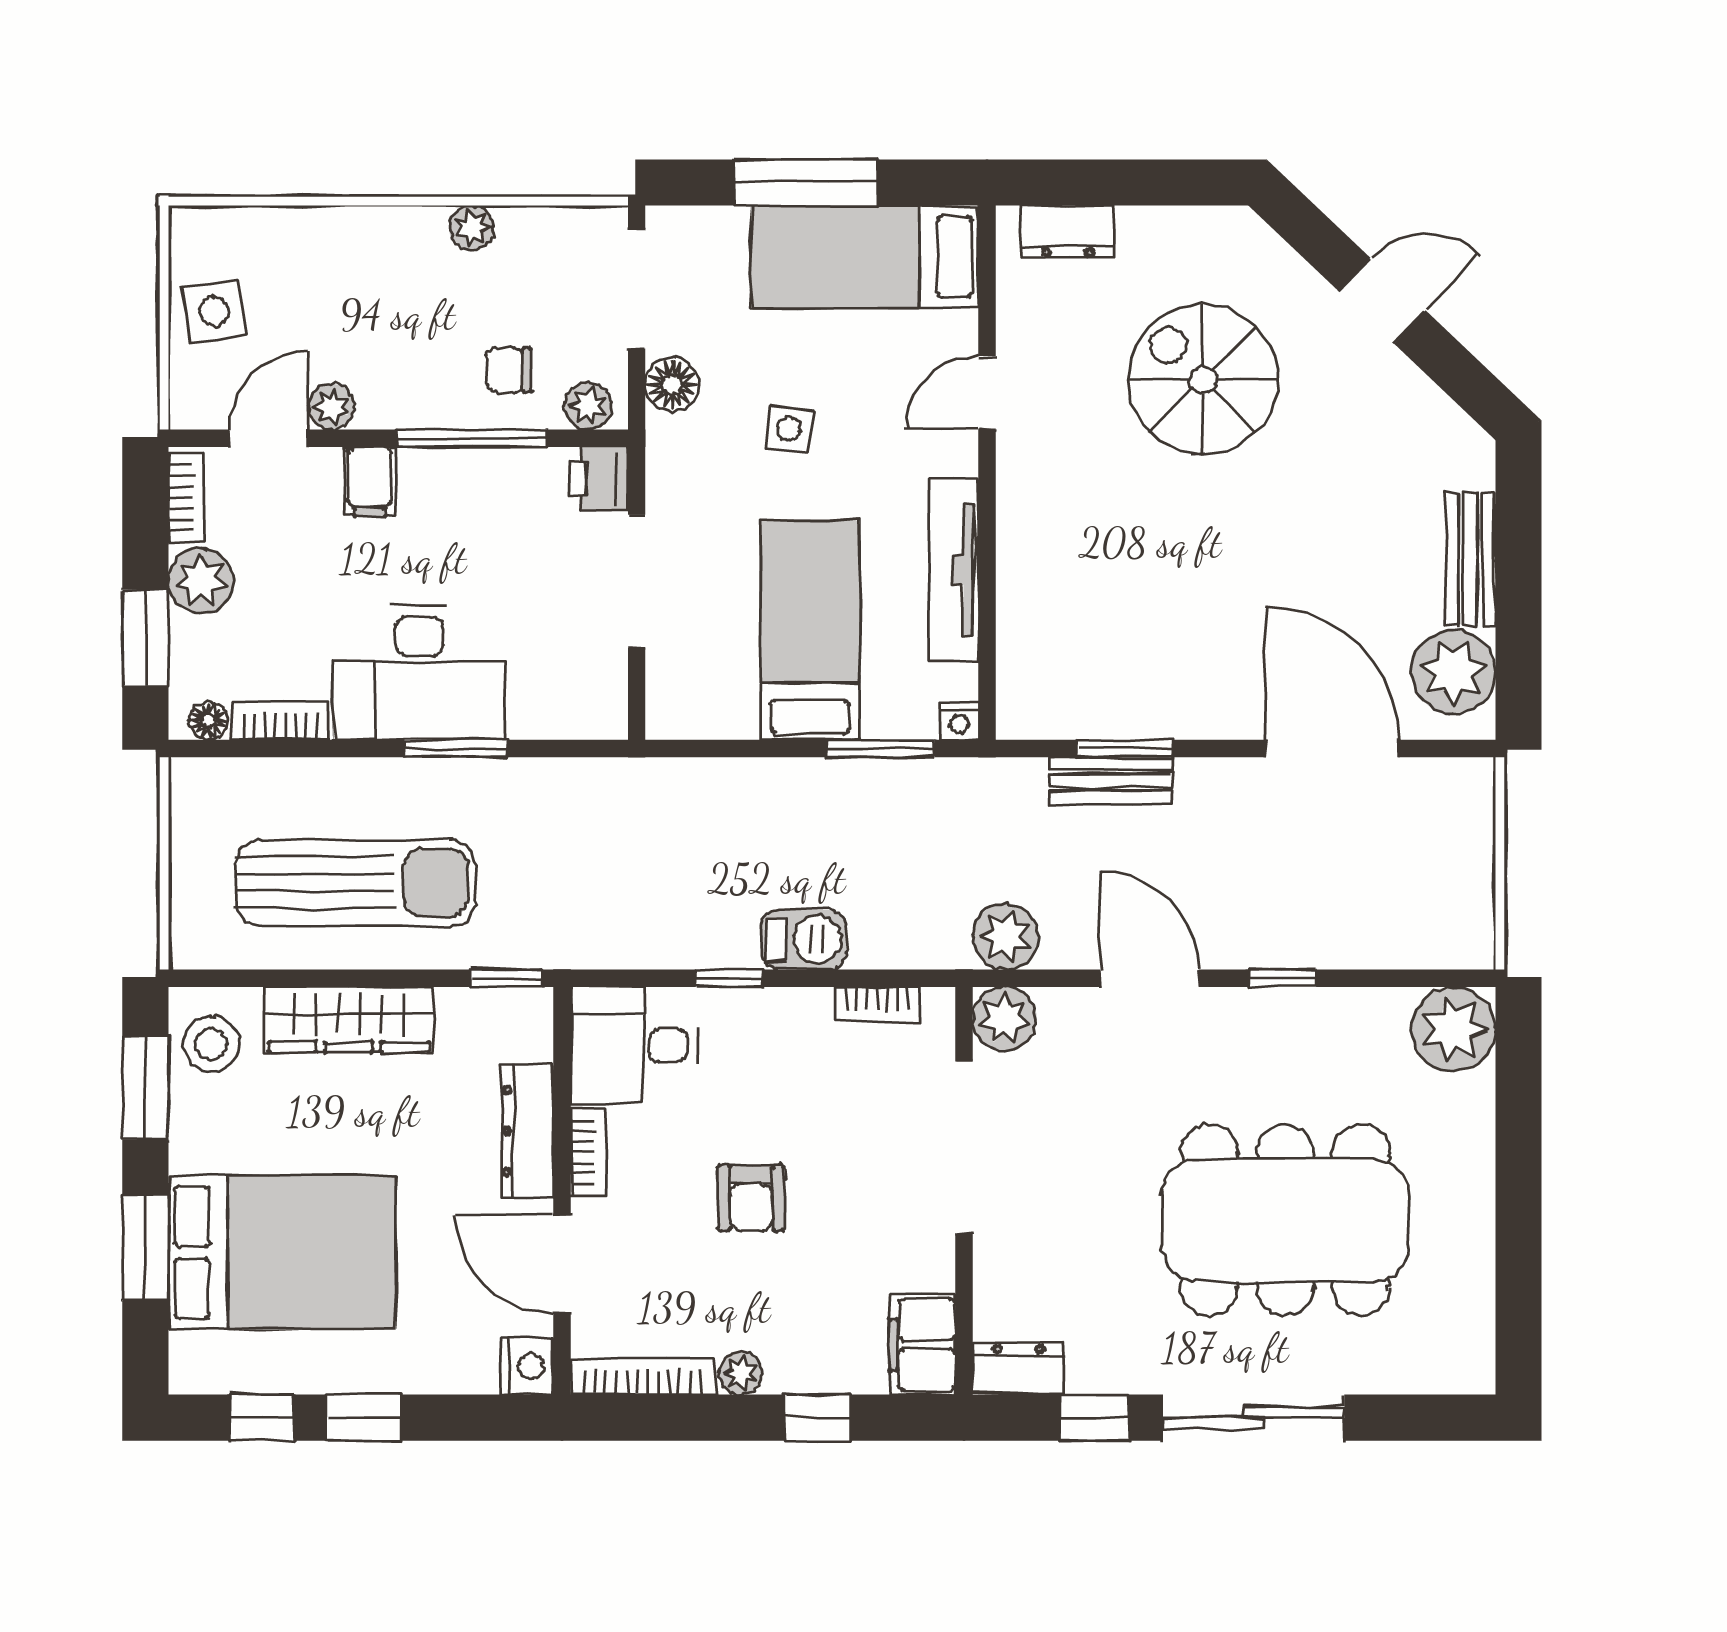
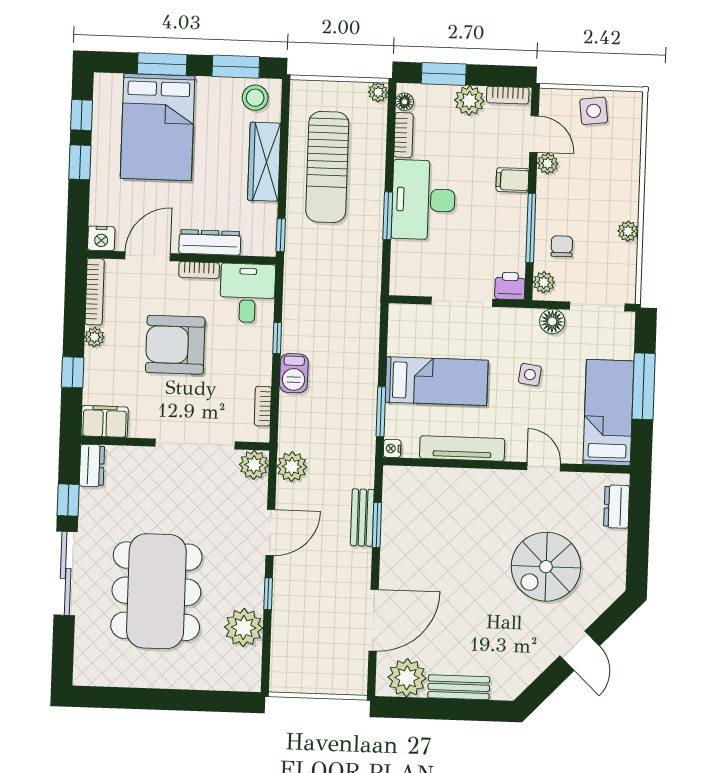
spiral stairs: (1203, 380) -> (546, 567), turned 180
plant: (190, 778) -> (378, 92), added
plant: (1453, 1029) -> (244, 628), moved
armchair: (751, 1198) -> (175, 345), width x1.88, depth x1.88

